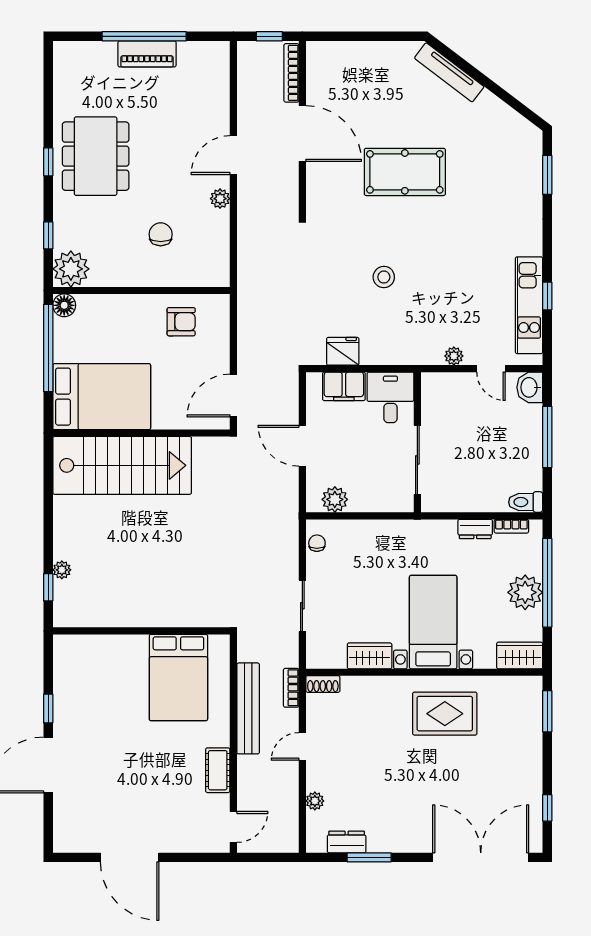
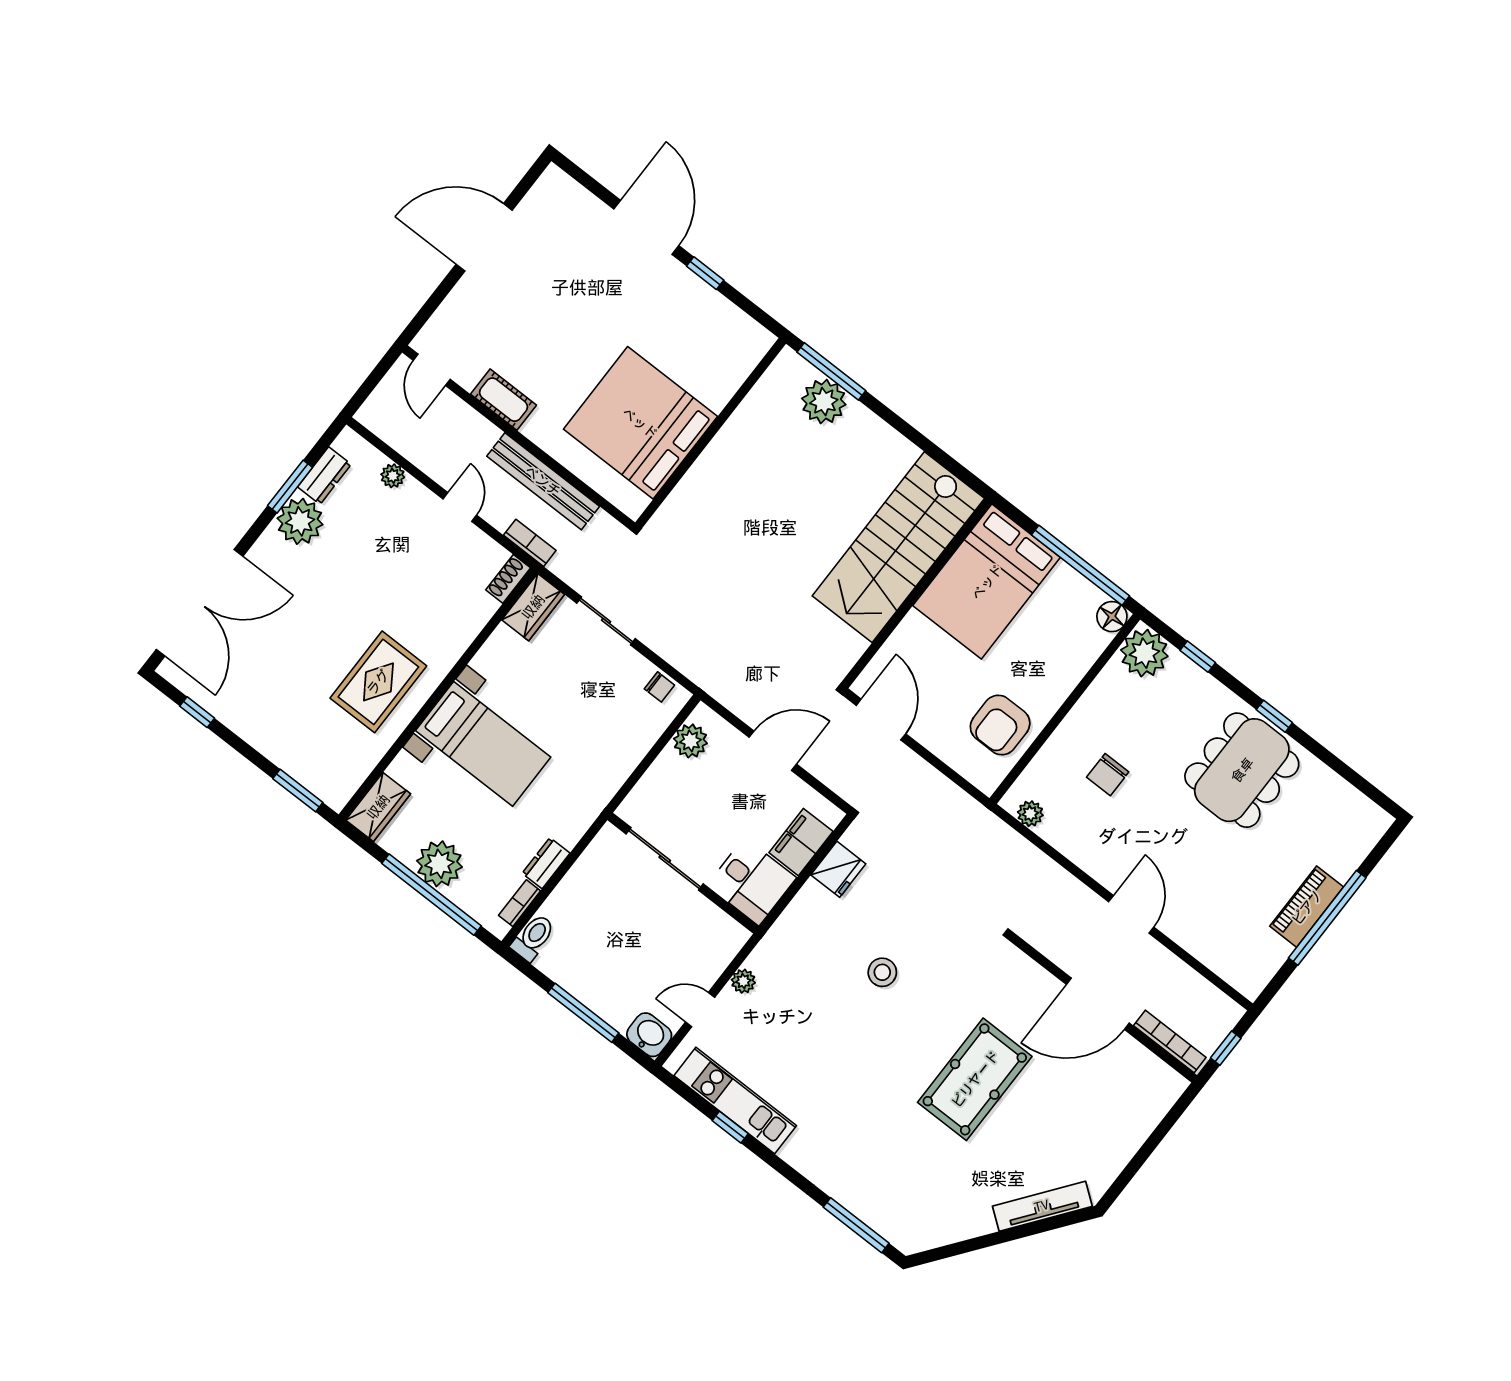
dining table: (96, 156) -> (1242, 770), turned 90
window: (547, 175) -> (856, 1225), width x1.44
plant: (220, 199) -> (1030, 814), moved
chair: (161, 234) -> (1108, 775), turned 90
armchair: (181, 322) -> (1000, 725), width x1.38, depth x1.38
plant: (62, 570) -> (824, 401), width x1.87, depth x1.87
window: (48, 587) -> (831, 371), width x2.17
wardrobe: (370, 656) -> (533, 607), moved
bed: (178, 677) -> (640, 423), width x1.36
plant: (385, 835) -> (300, 521), added

